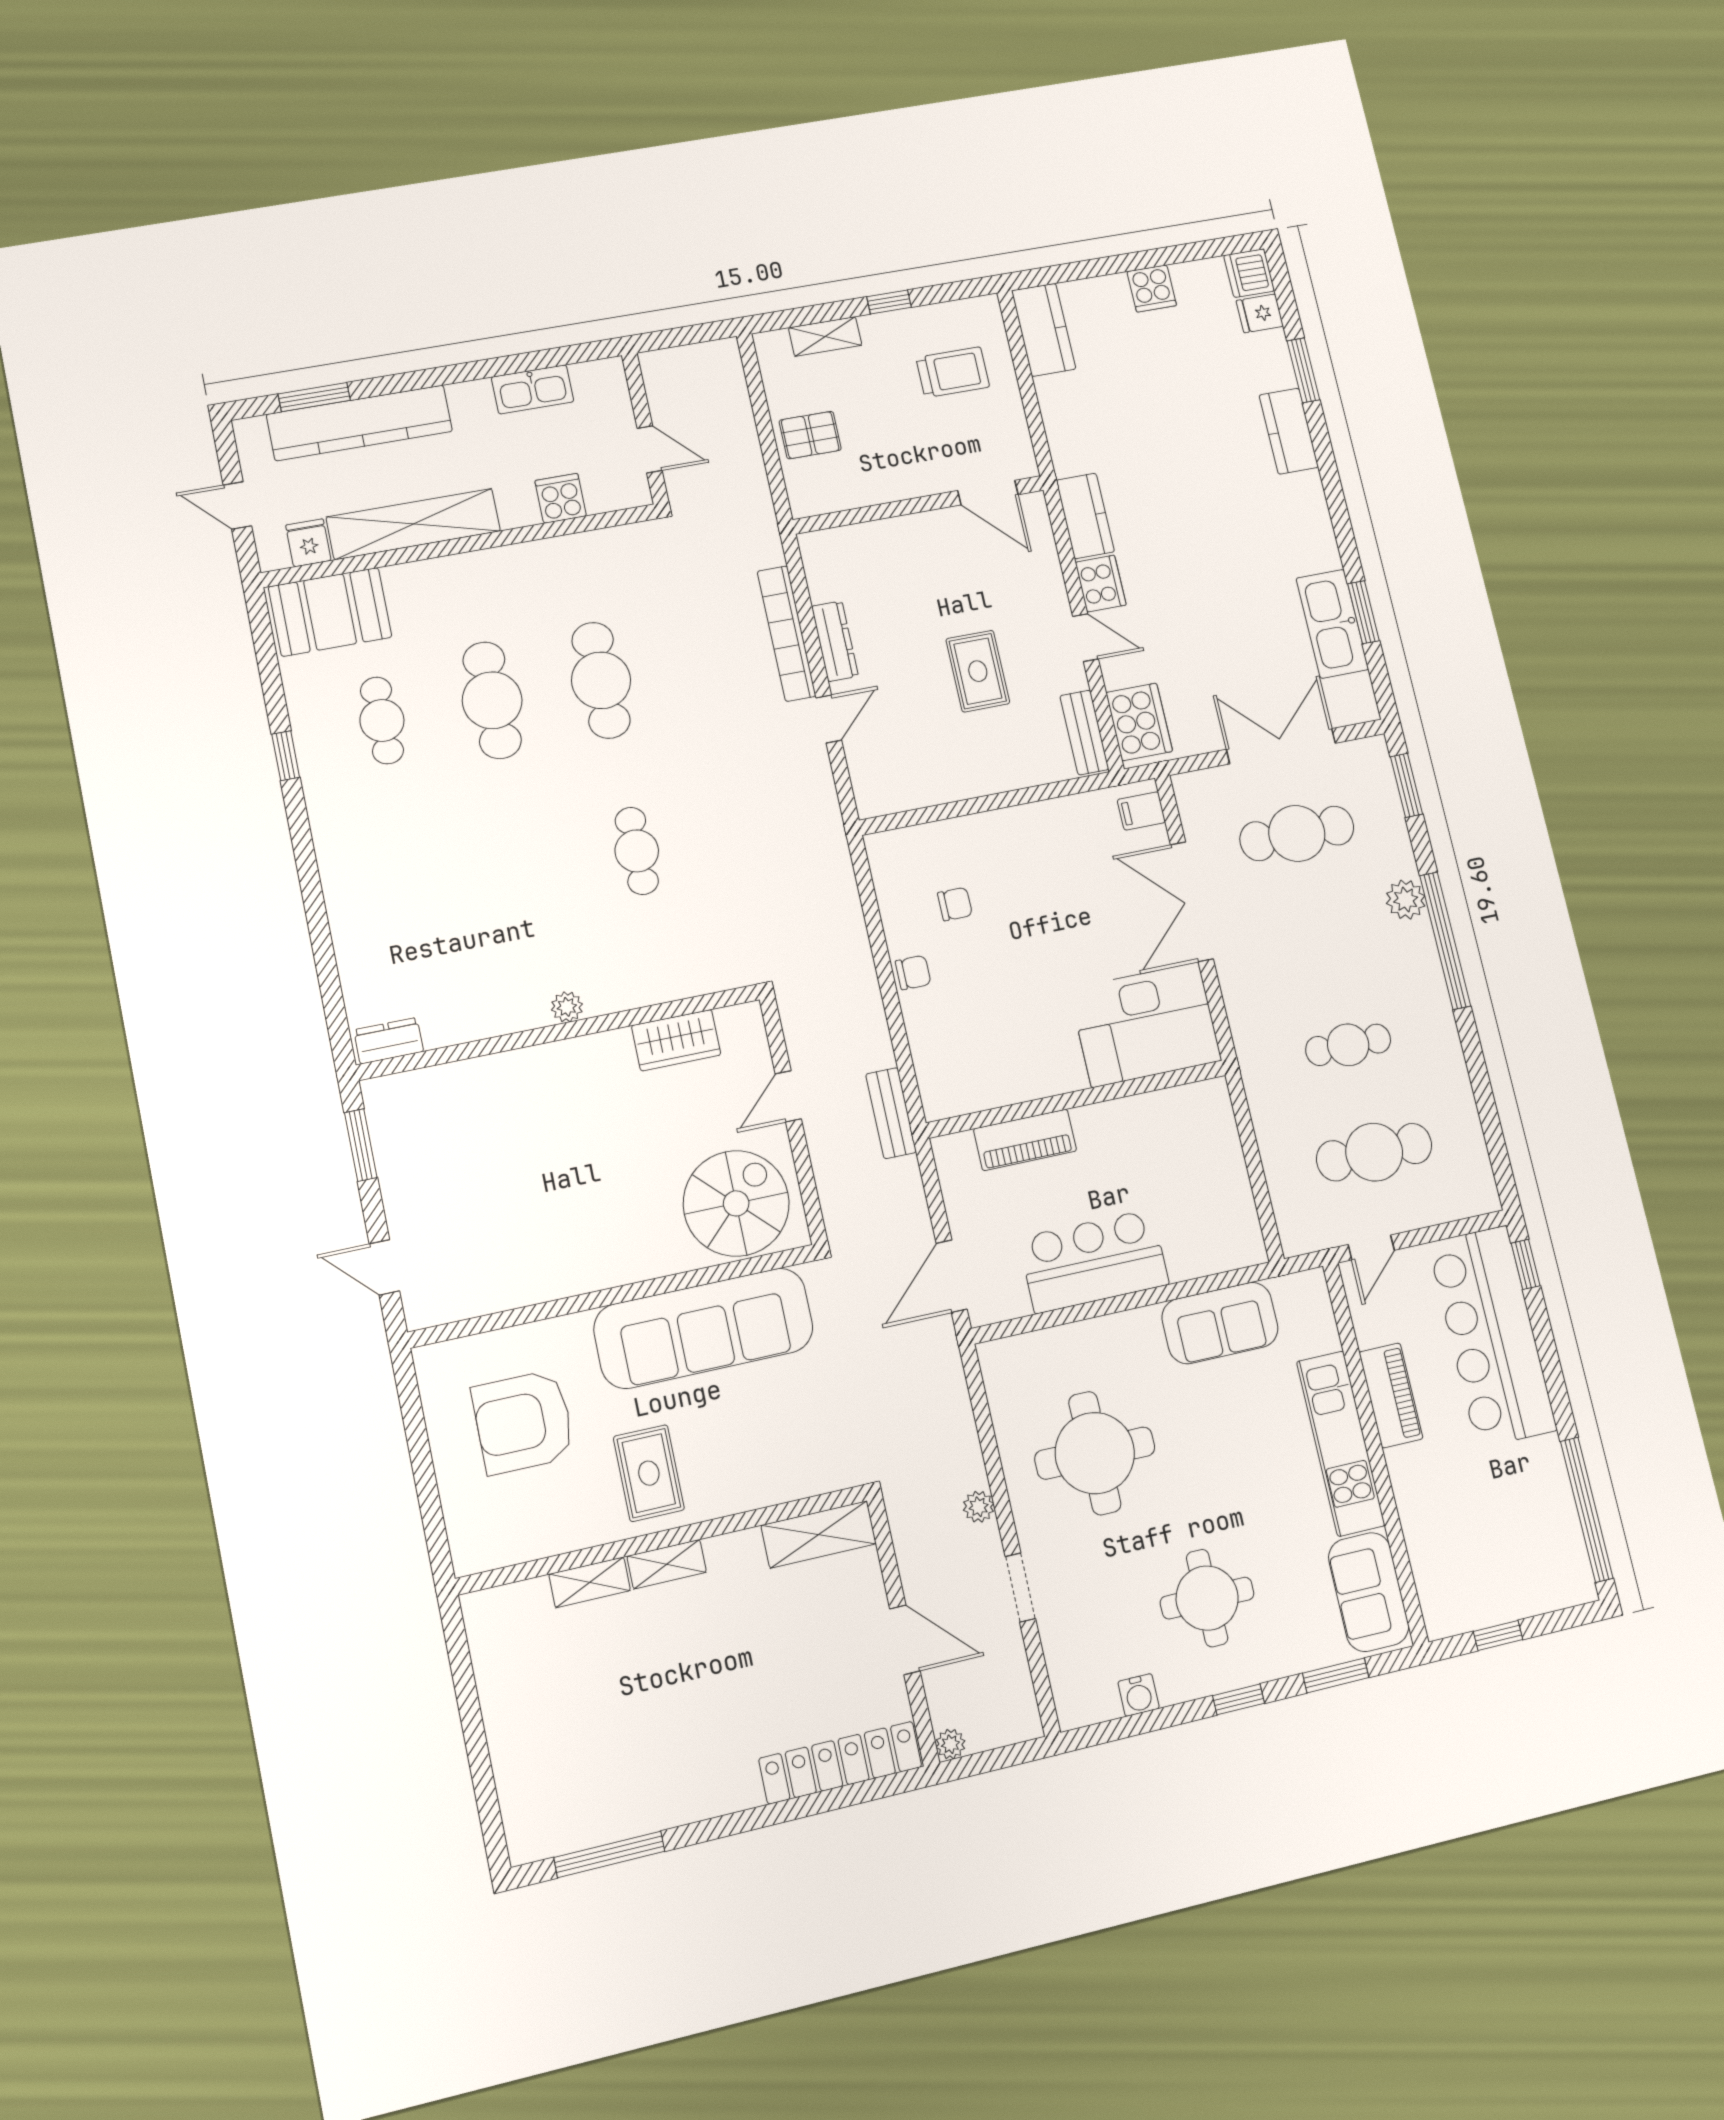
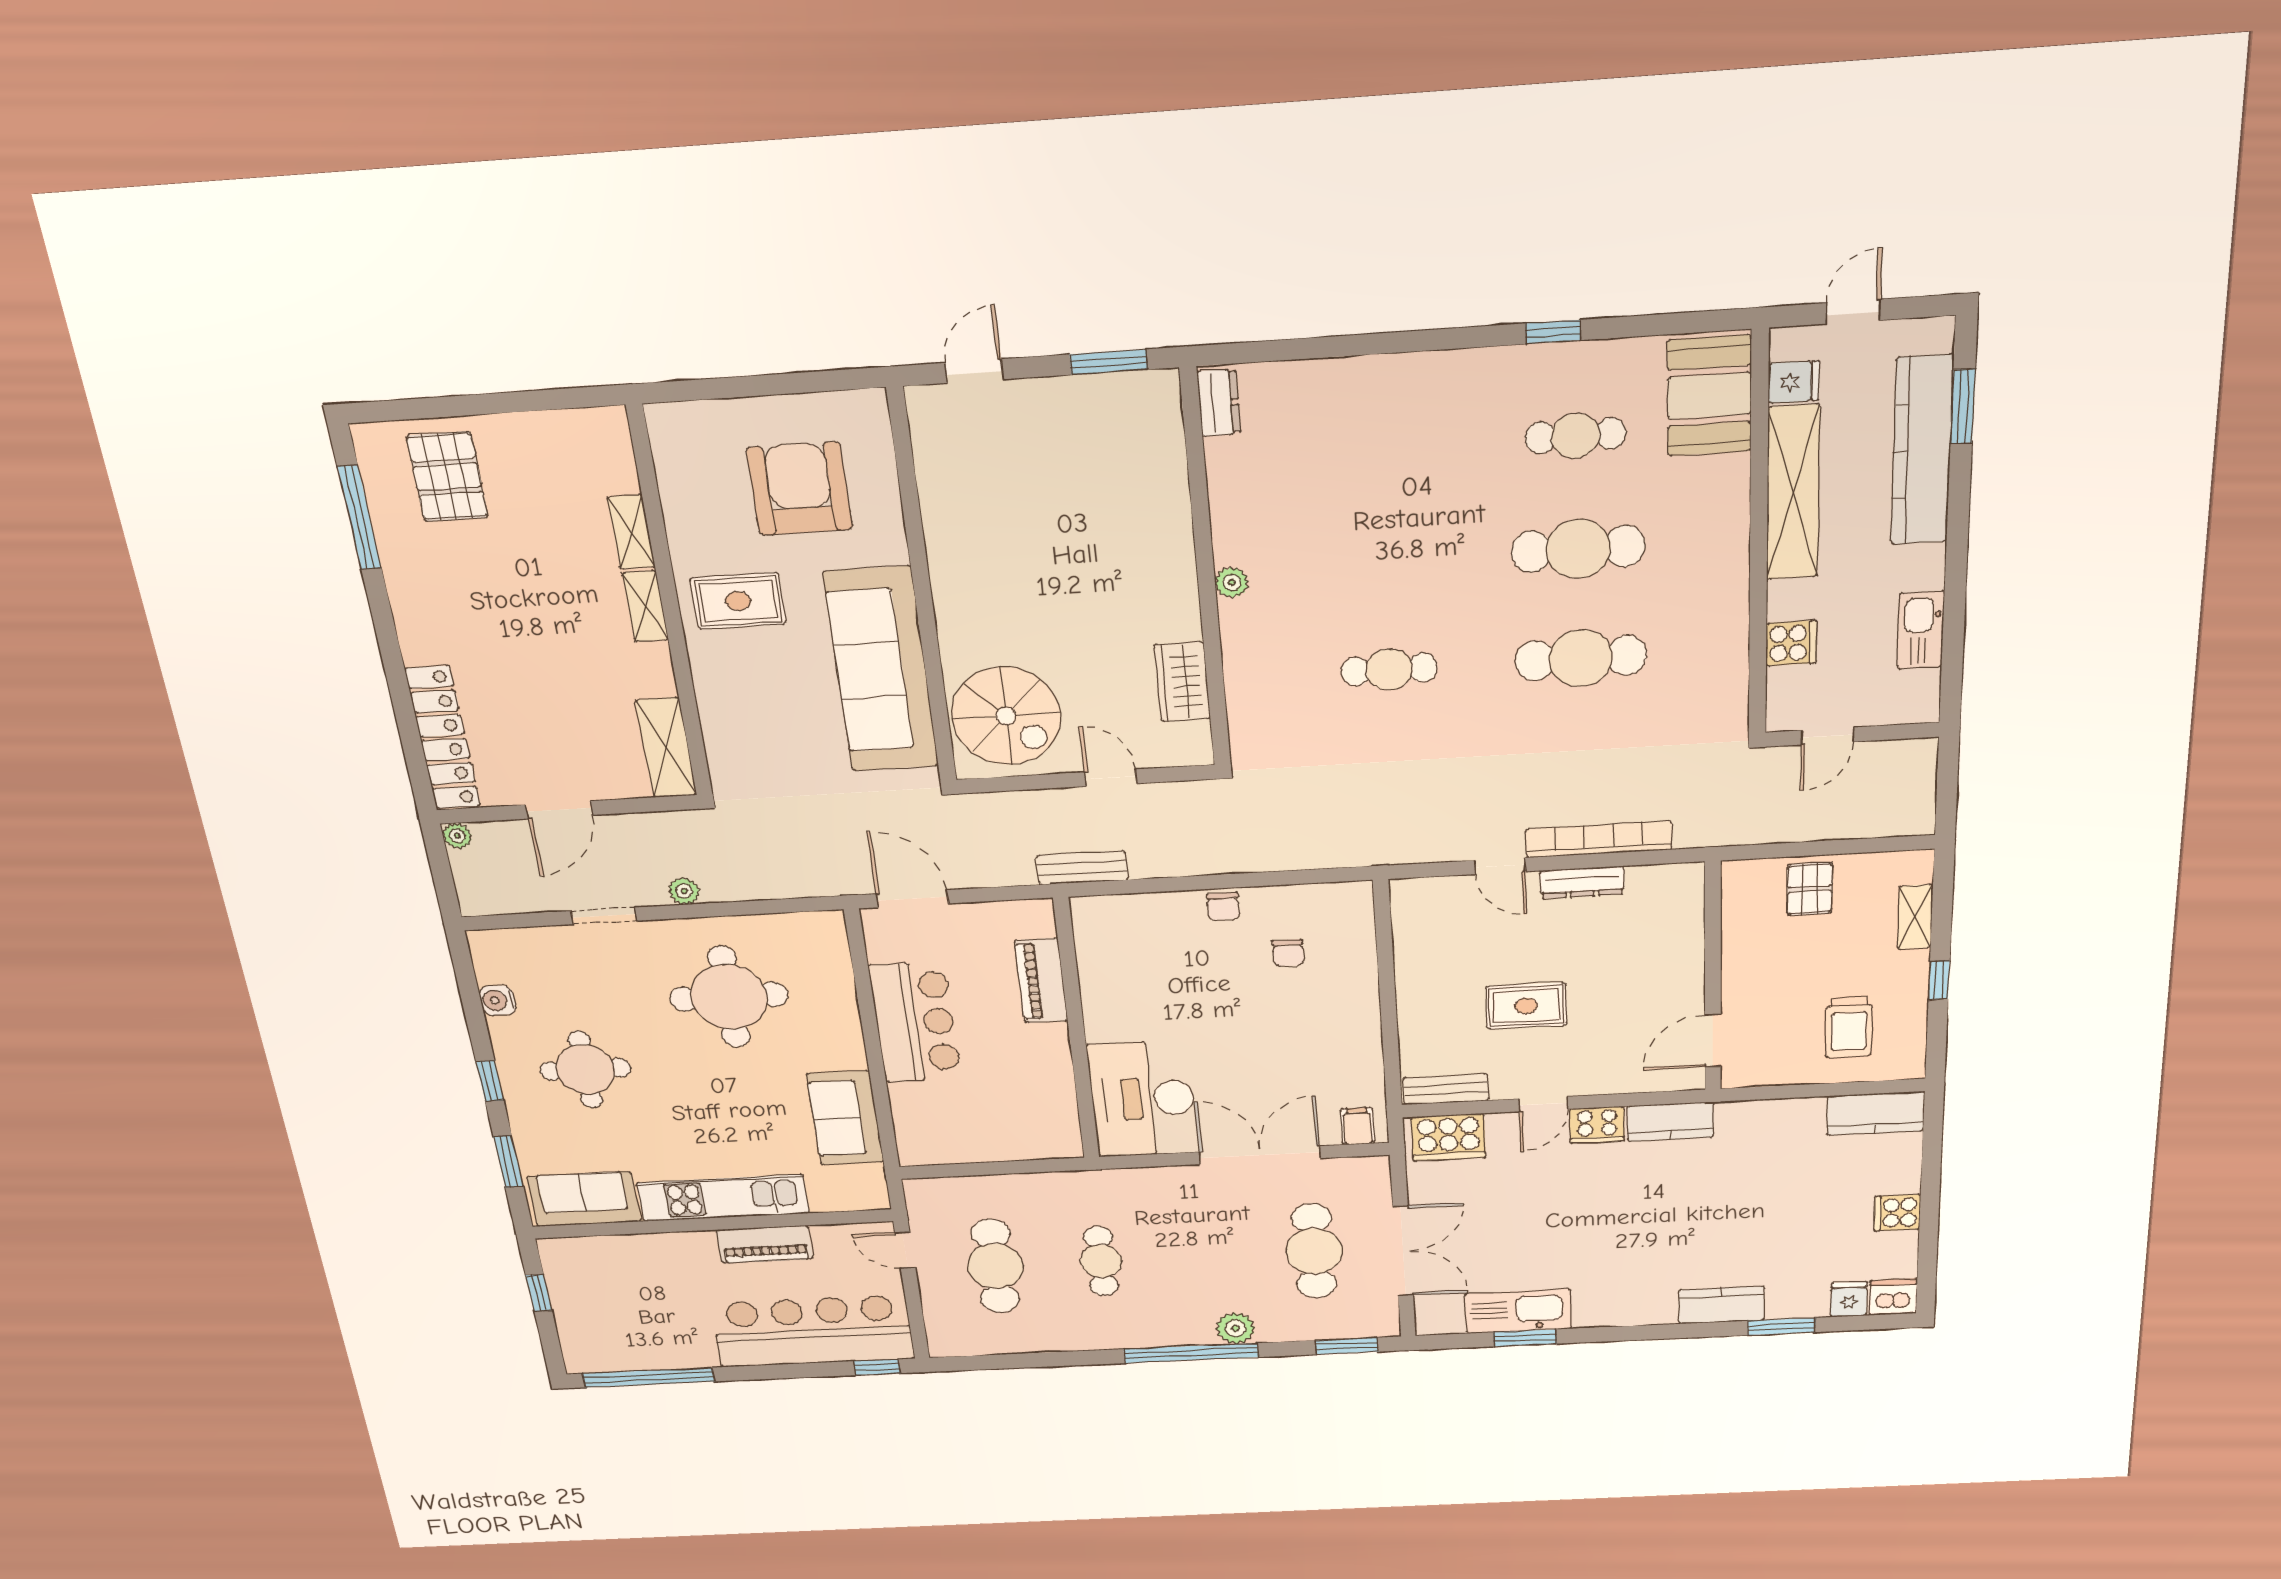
pallet: (554, 1767) -> (447, 477), added

